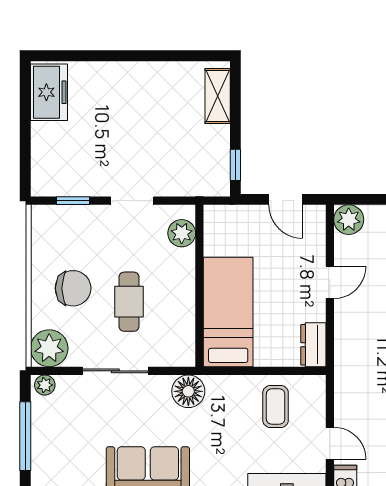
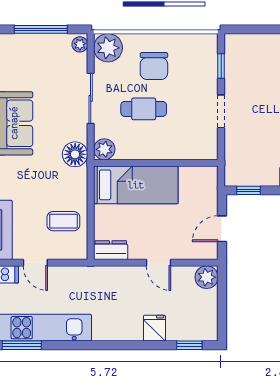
plant: (182, 233) -> (104, 149), moved
door: (330, 443) -> (35, 263), hinge flipped

